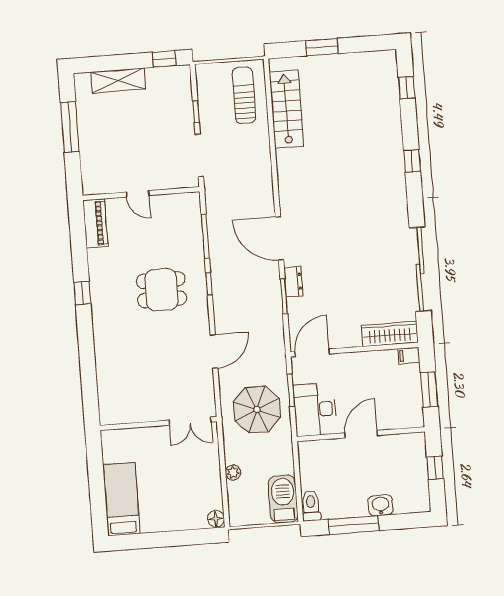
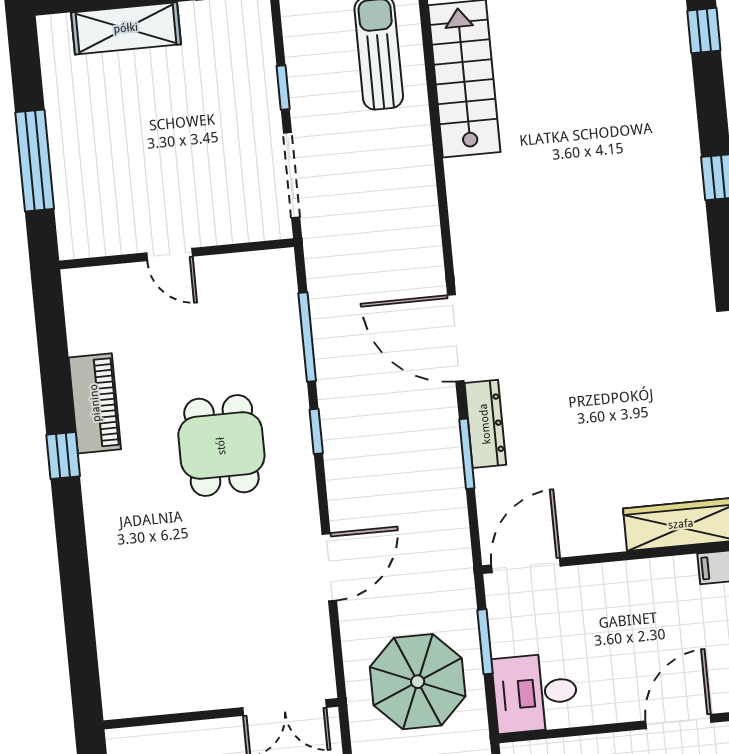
window: (70, 127) -> (35, 161), moved
piano: (95, 223) -> (95, 403), moved
dresser: (293, 282) -> (485, 424), width x1.44
dining table: (161, 290) -> (221, 446), turned 90
desk: (315, 409) -> (535, 693), width x0.73
door: (361, 434) -> (678, 722), moved

